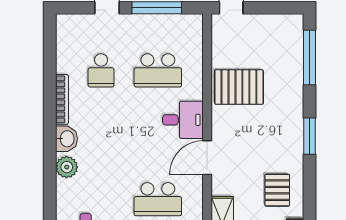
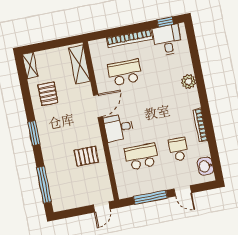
pallet: (239, 87) -> (86, 156), width x0.67, depth x0.71
washbasin: (67, 139) -> (205, 166), moved

